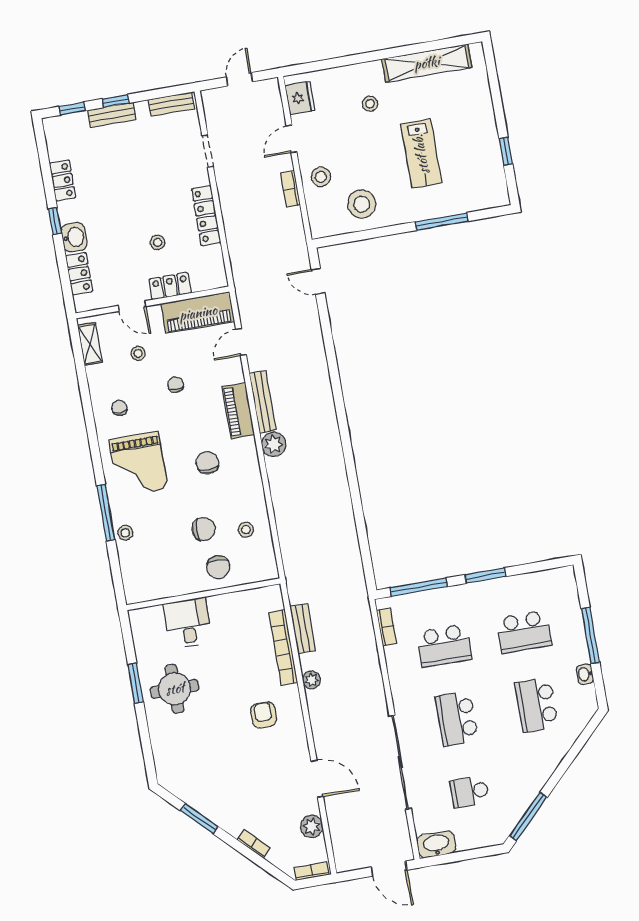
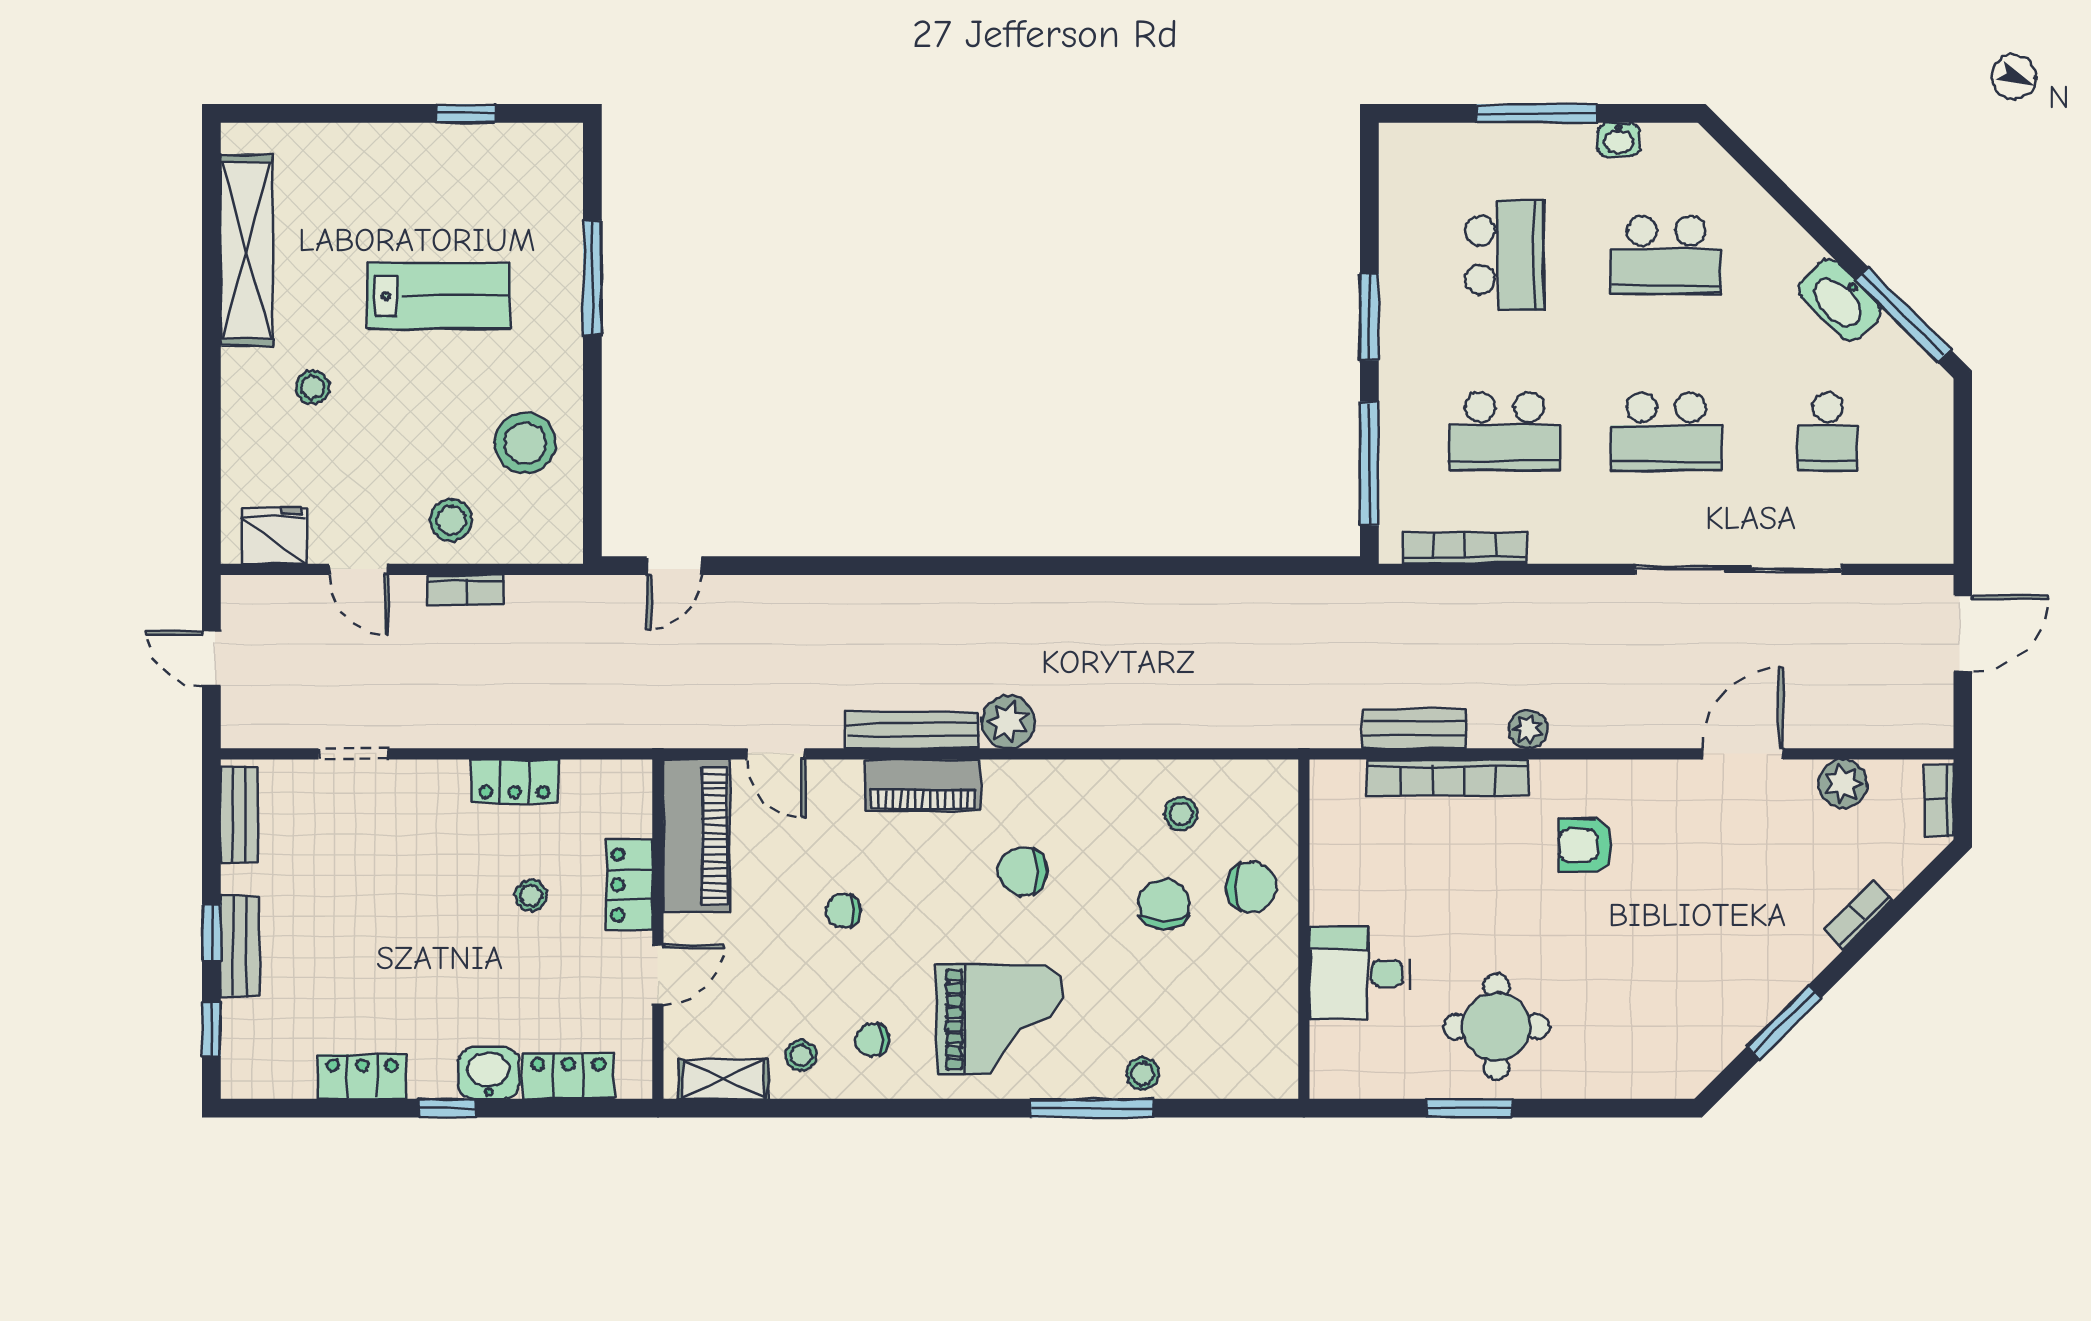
locker: (206, 216) -> (515, 781), width x0.66
stool: (138, 353) -> (801, 1055), moved
bookcase: (387, 627) -> (1465, 548), width x1.56
school desk: (444, 646) -> (1504, 431), turned 90
washbasin: (436, 844) -> (1840, 300), moved, turned -45

